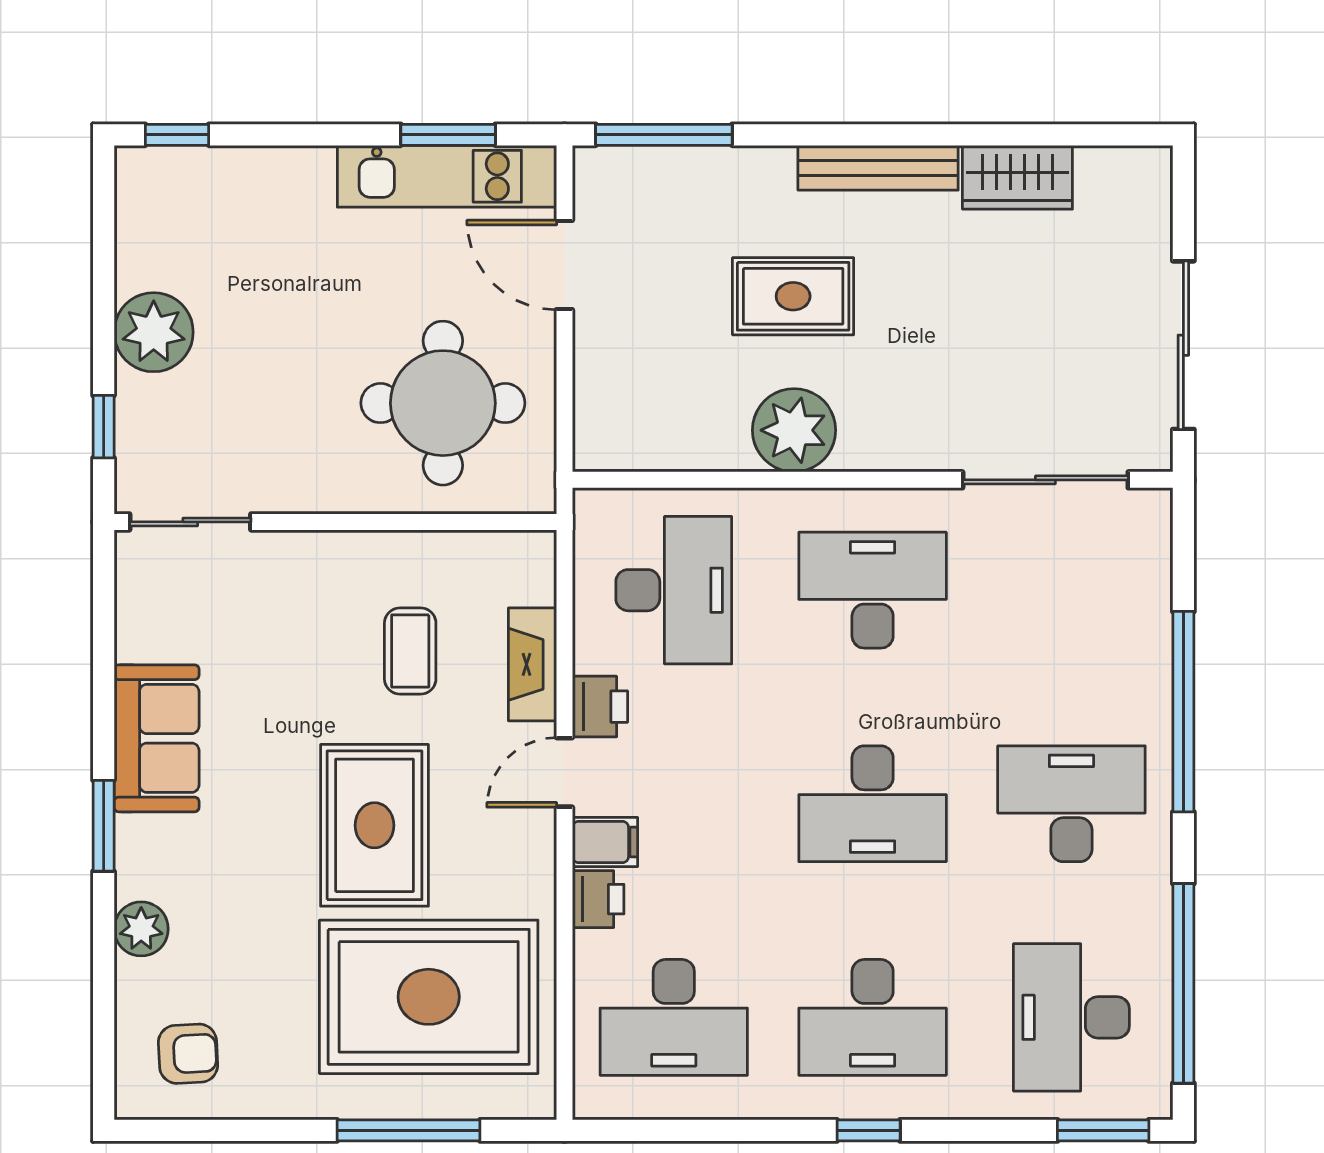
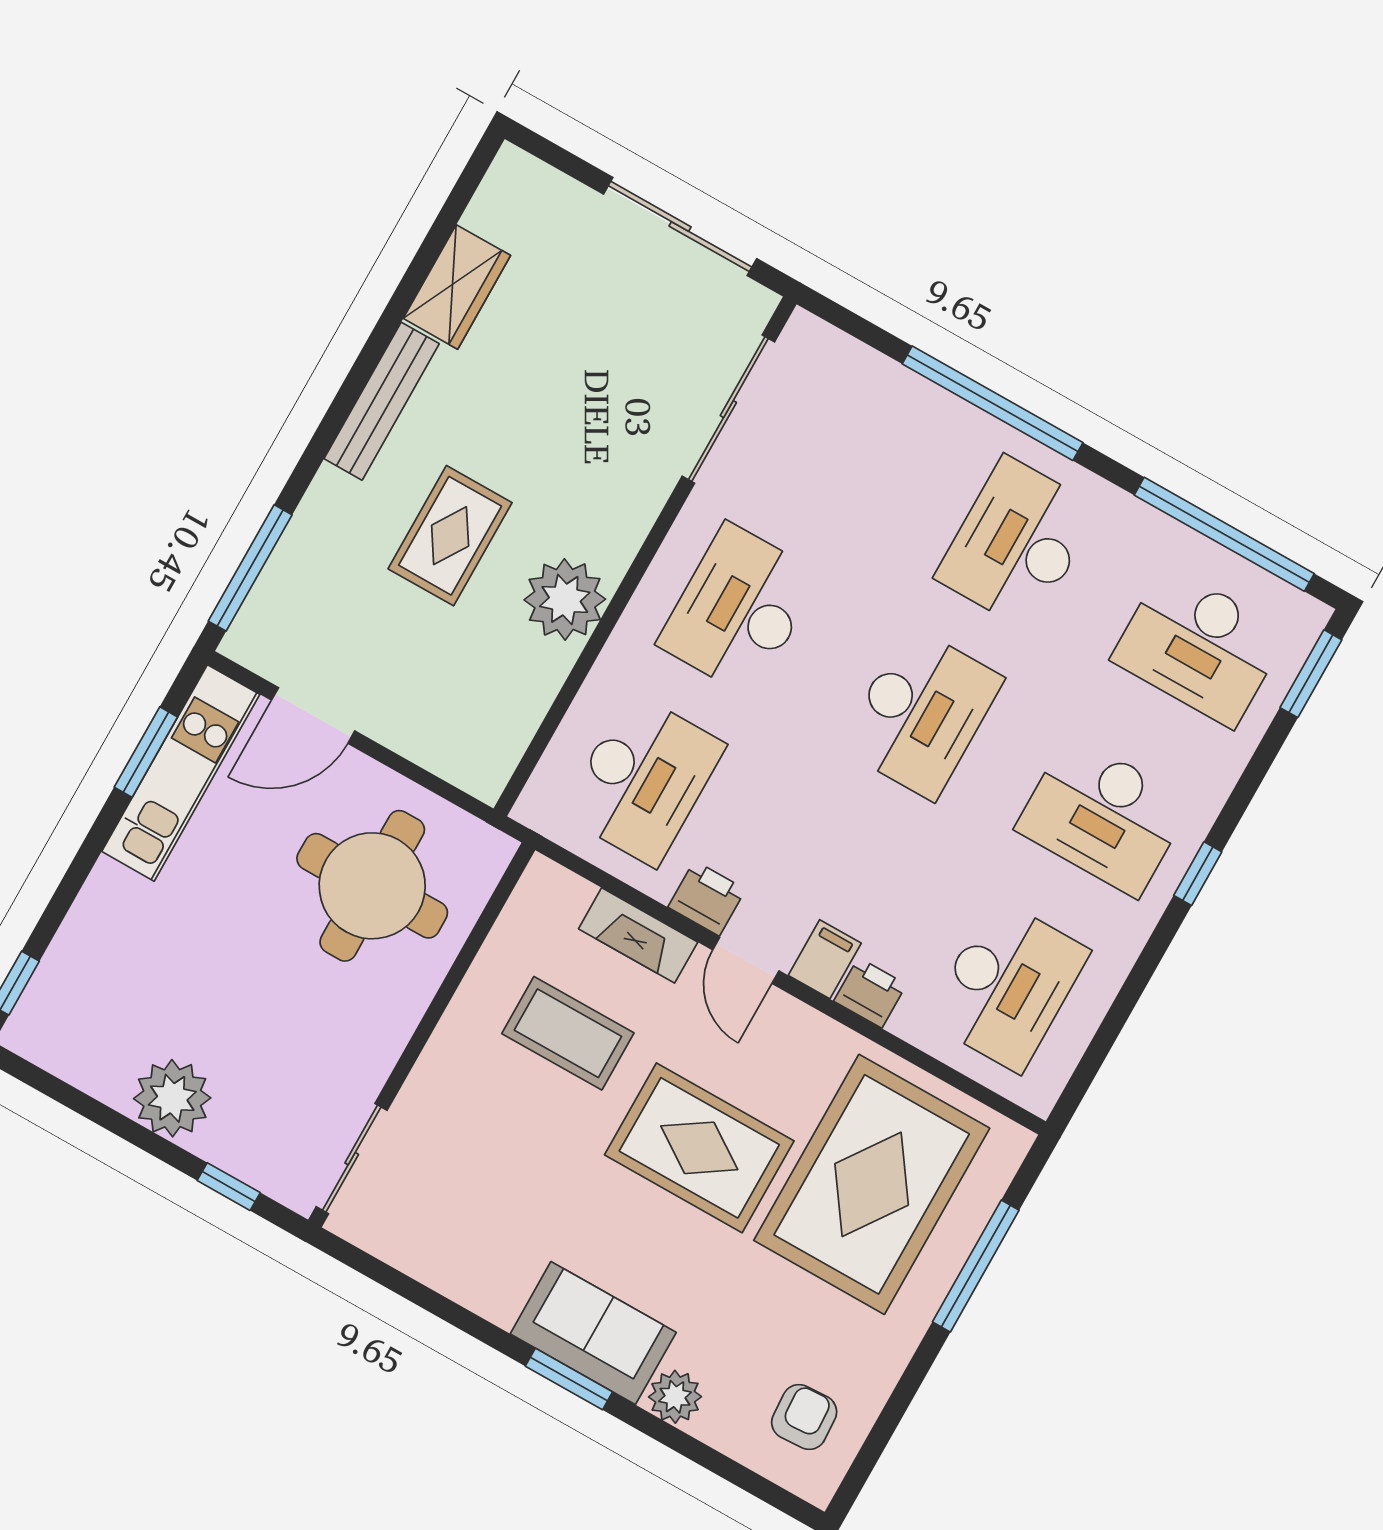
desk: (674, 590) -> (643, 779), turned 90
coffee table: (410, 651) -> (568, 1033), width x1.36, depth x1.30
sofa: (157, 738) -> (593, 1333), moved
desk: (873, 1017) -> (1103, 816), turned 90

